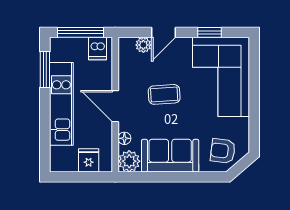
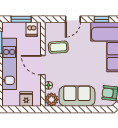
window: (81, 32) -> (21, 19), width x0.69
plant: (143, 45) -> (60, 27), removed
coffee table: (164, 94) -> (58, 47), moved

